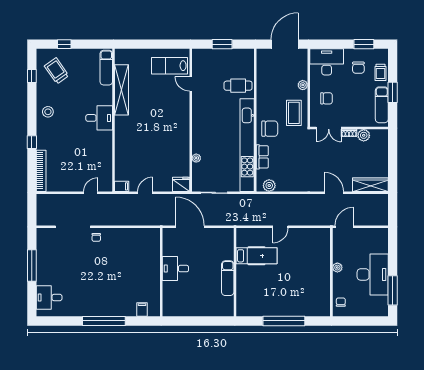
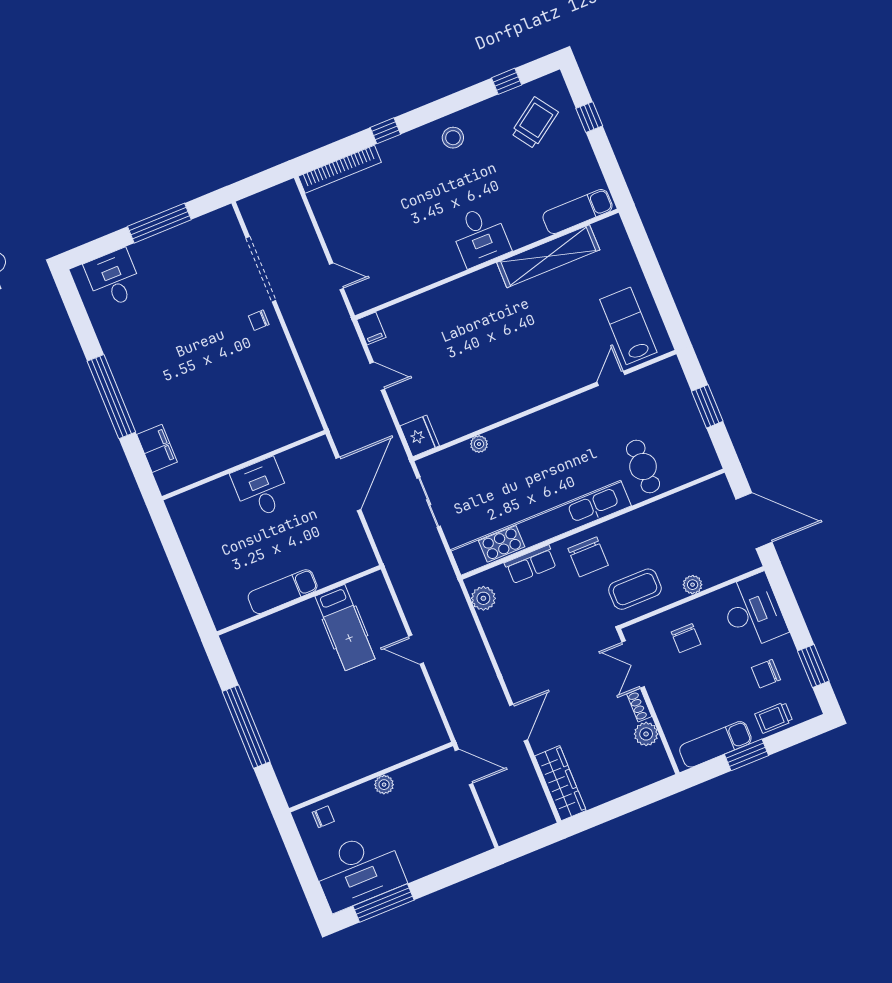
desk: (373, 274) -> (359, 870), moved
filing cabinet: (142, 310) -> (157, 448), width x2.00

